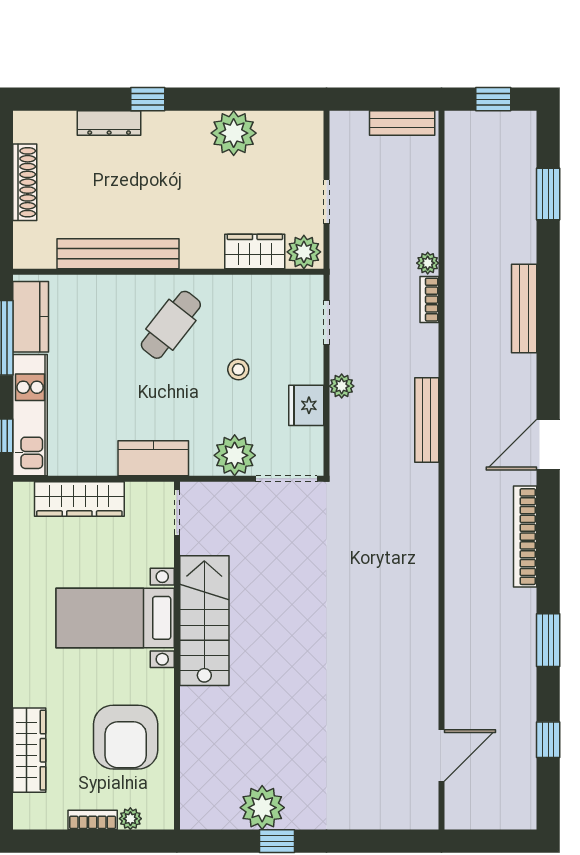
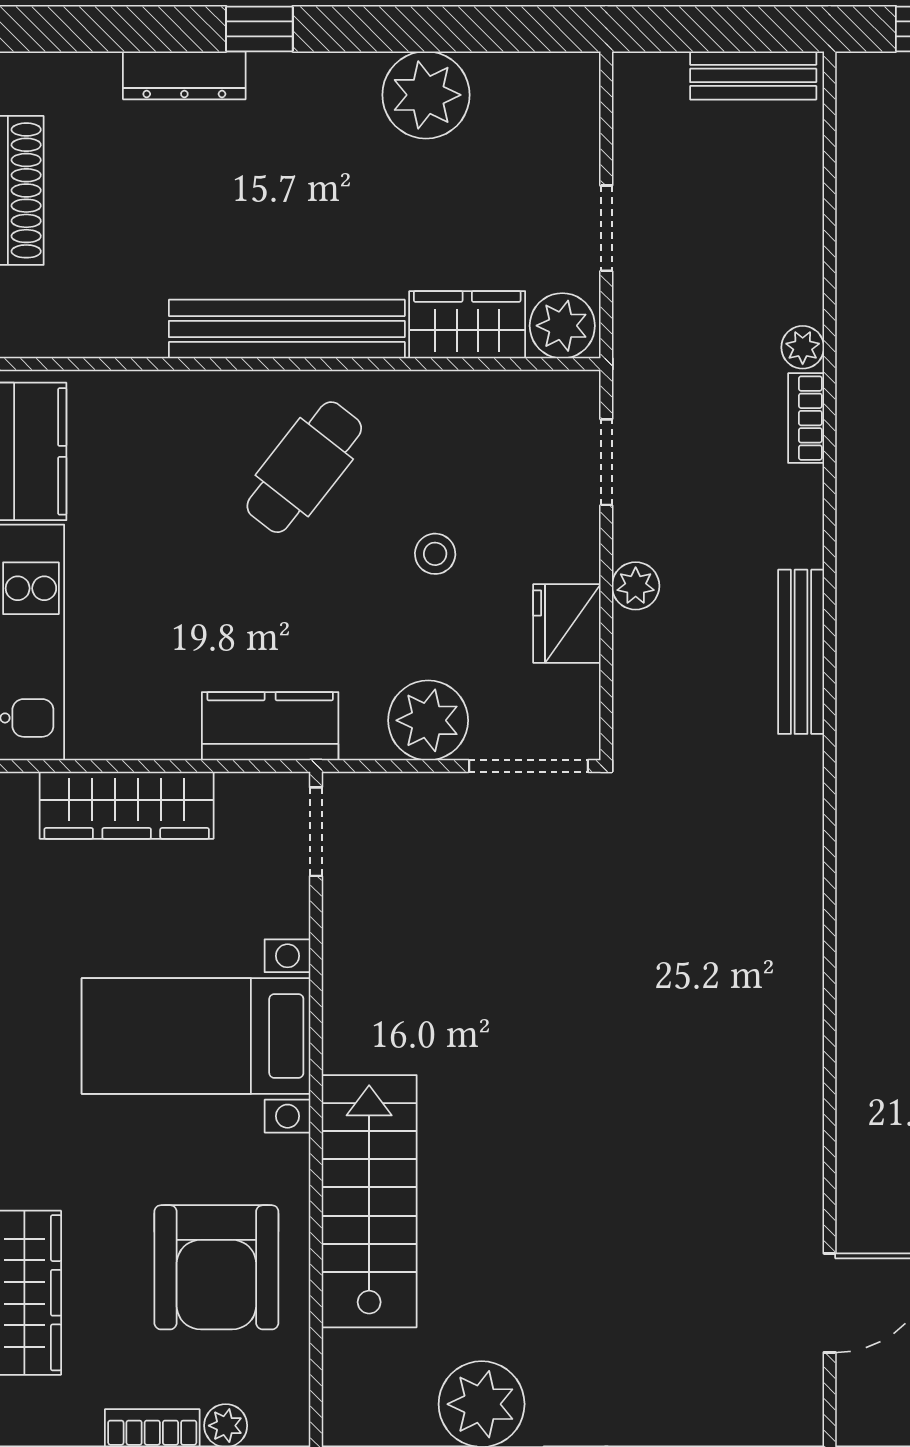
bench: (118, 254) -> (287, 329), moved
stairs: (204, 621) -> (369, 1201), moved

